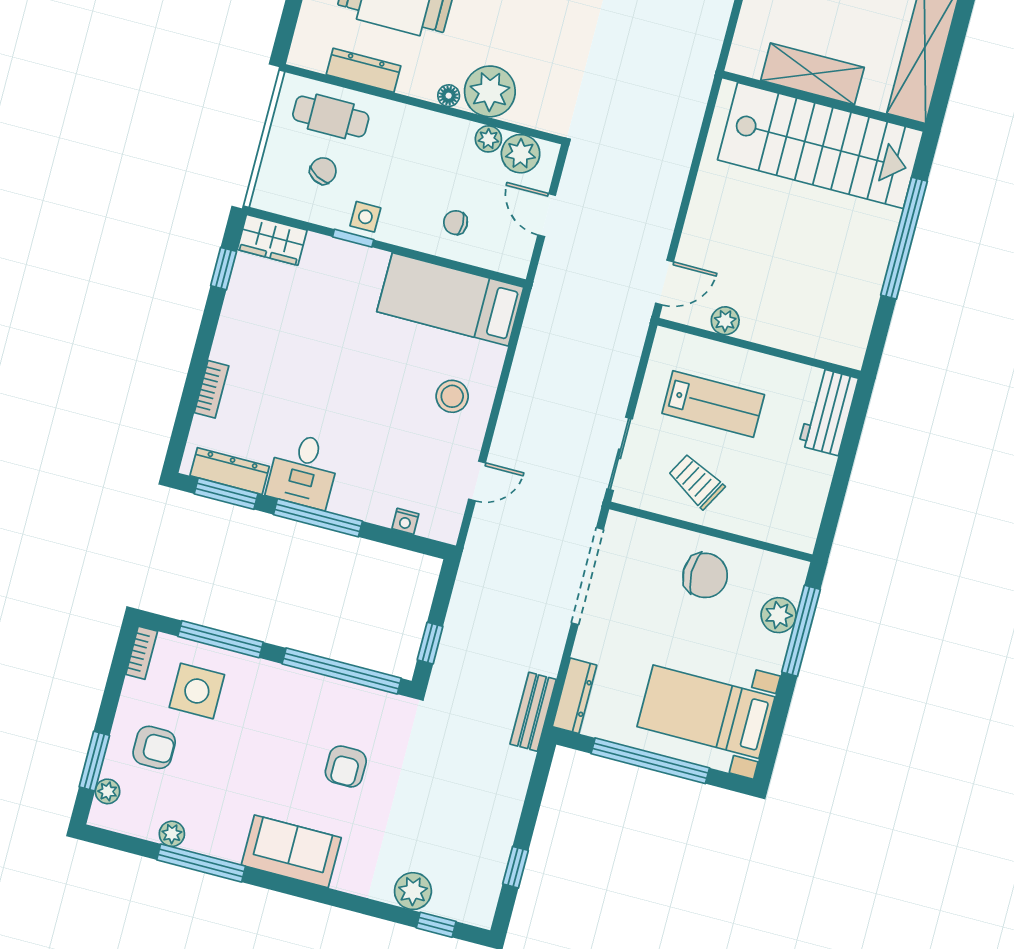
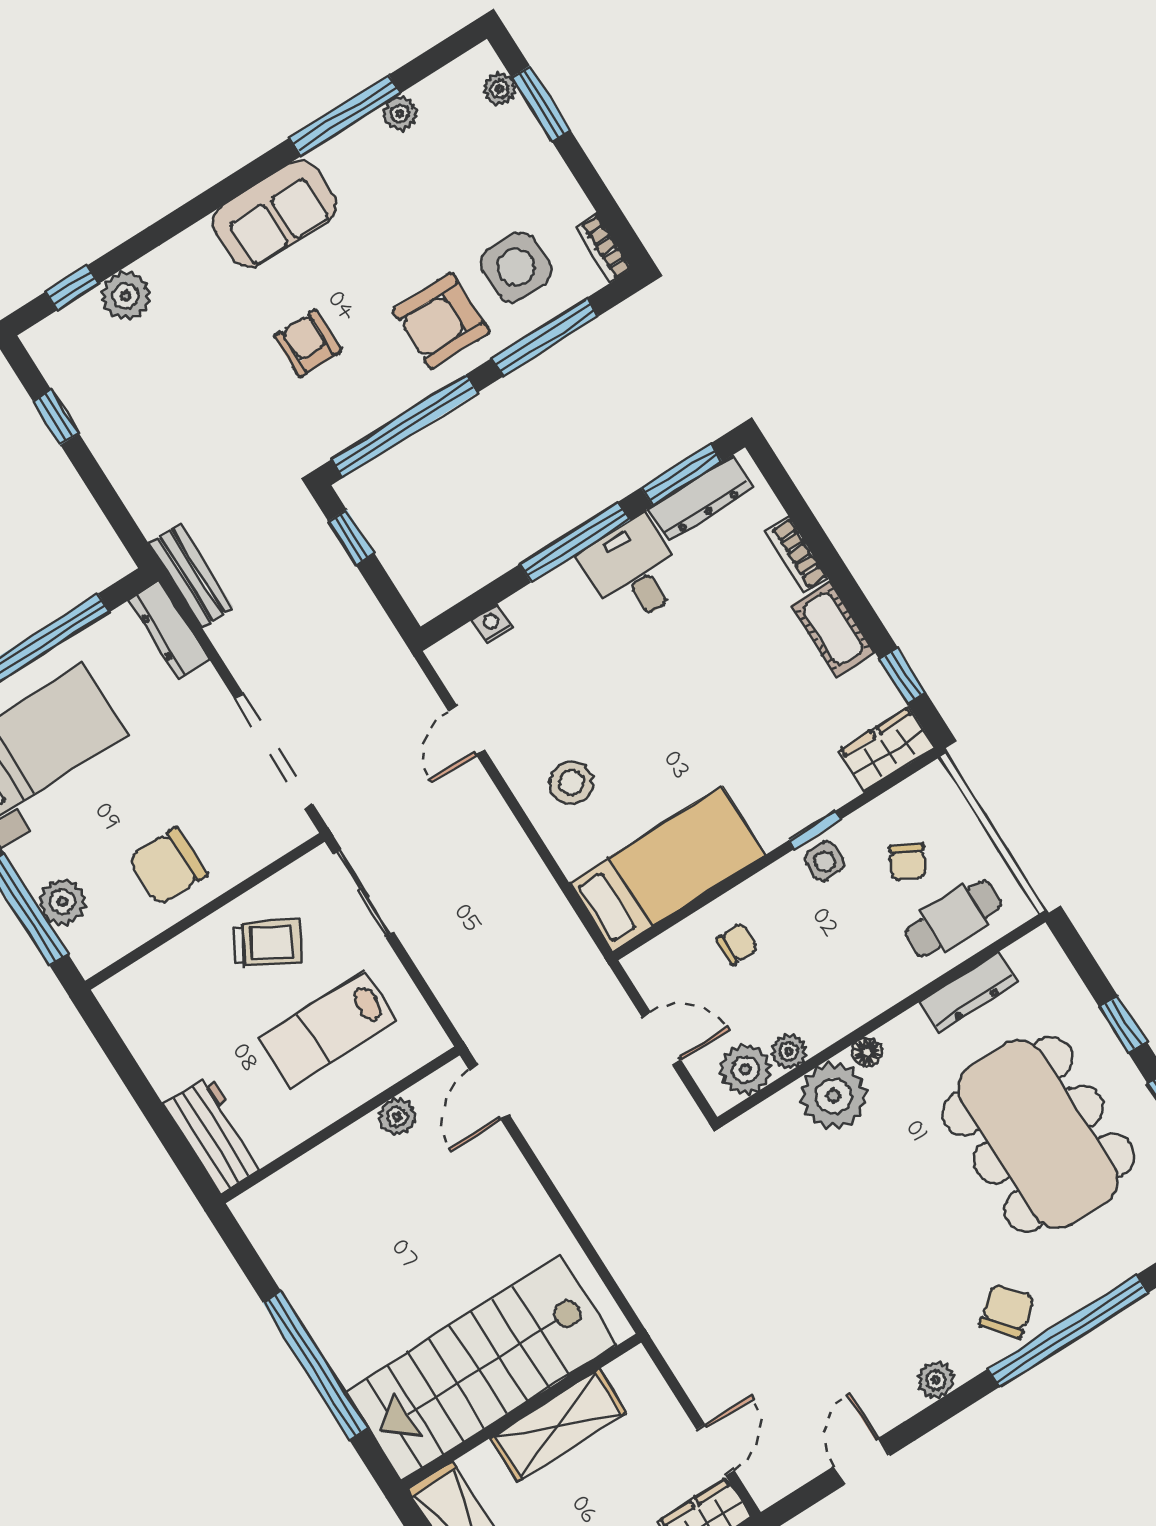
cot: (233, 331) -> (833, 629), added
armchair: (154, 747) -> (441, 321), moved, width x1.38, depth x1.38

